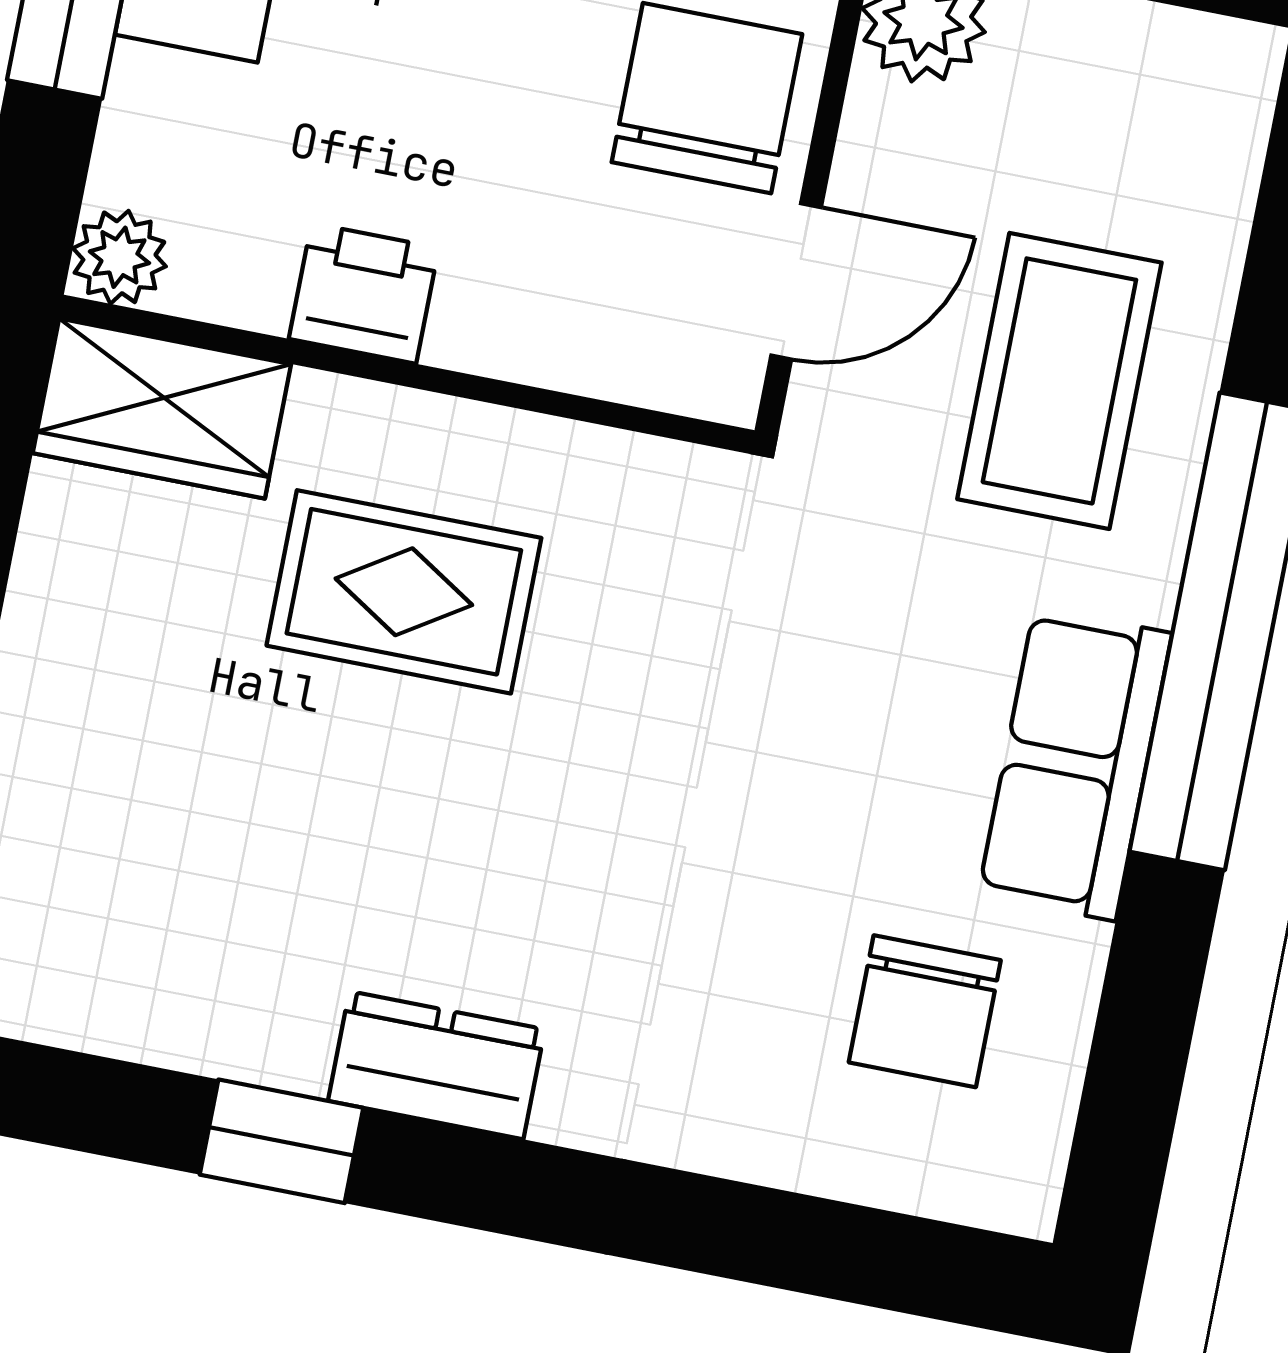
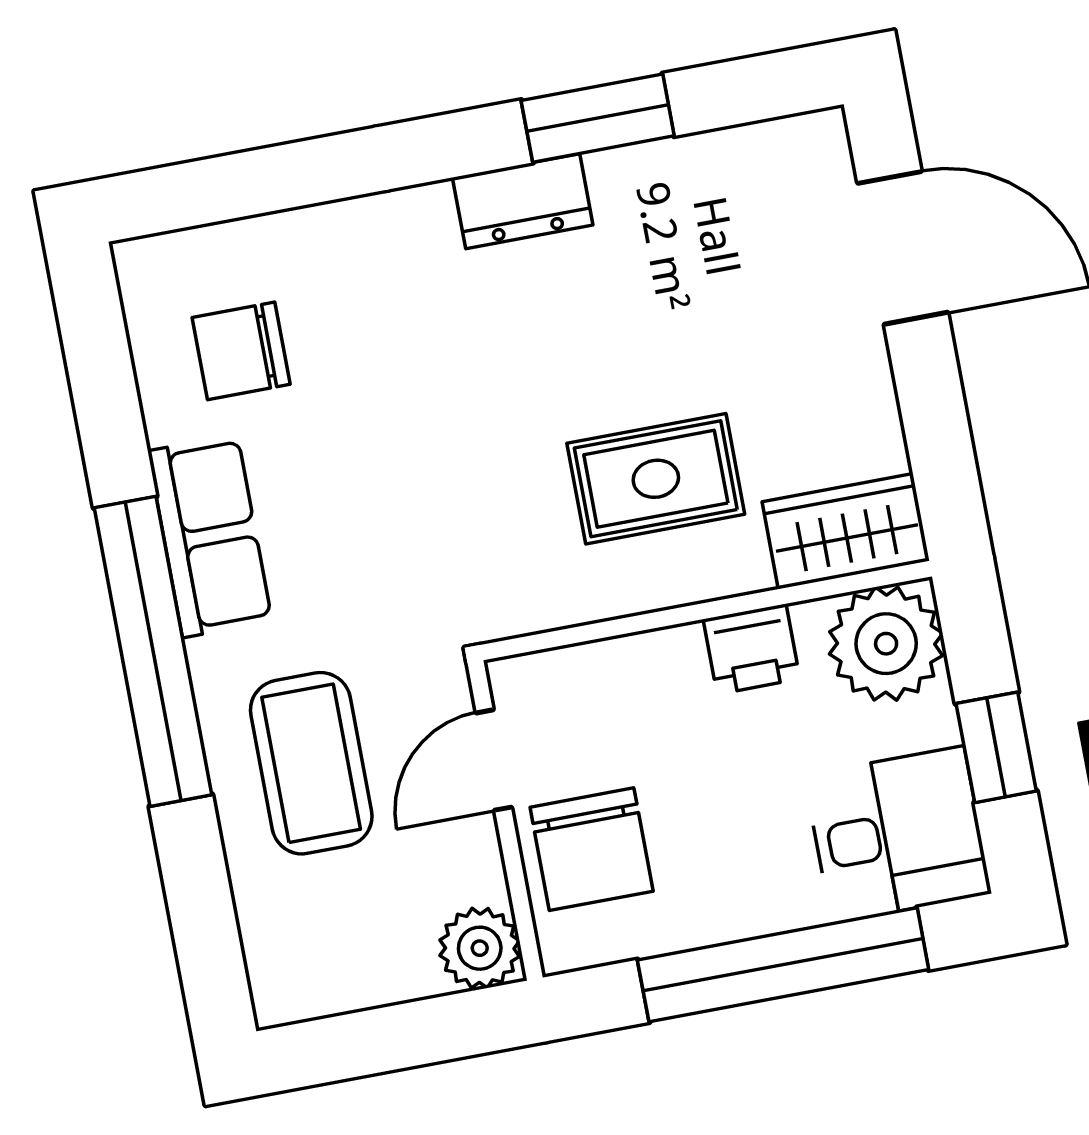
plant: (119, 257) -> (886, 644), width x1.88, depth x1.88
chair: (925, 1011) -> (241, 351), turned -90
window: (282, 1141) -> (598, 118), width x1.50

